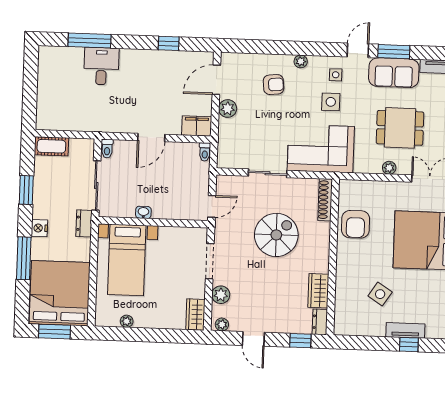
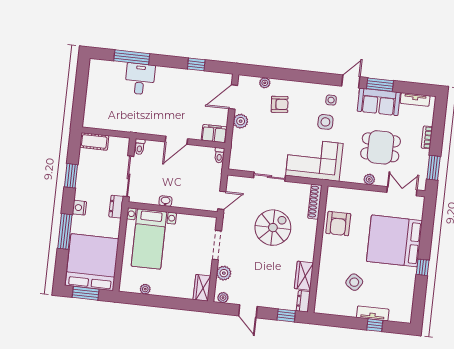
plant: (301, 61) -> (265, 83), moved

